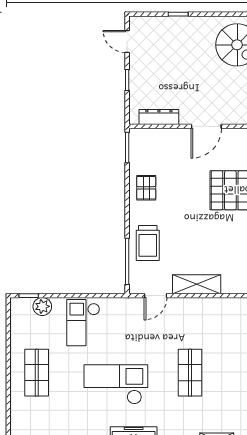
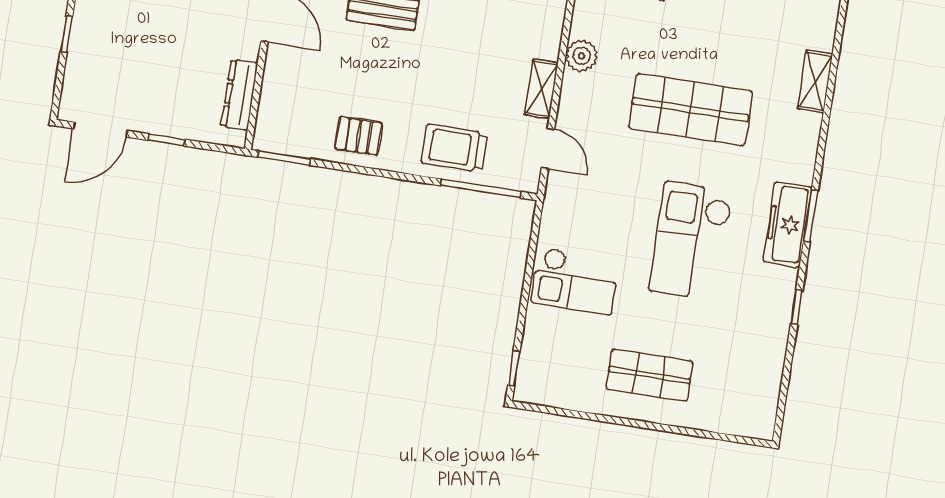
door: (127, 41) -> (100, 130), width x1.38
trolley: (148, 243) -> (454, 148), turned 180
shelving: (197, 284) -> (541, 89), width x0.67, depth x0.75
plant: (42, 306) -> (581, 56), moved
shop shelf: (190, 373) -> (691, 110), width x1.43, depth x1.36

